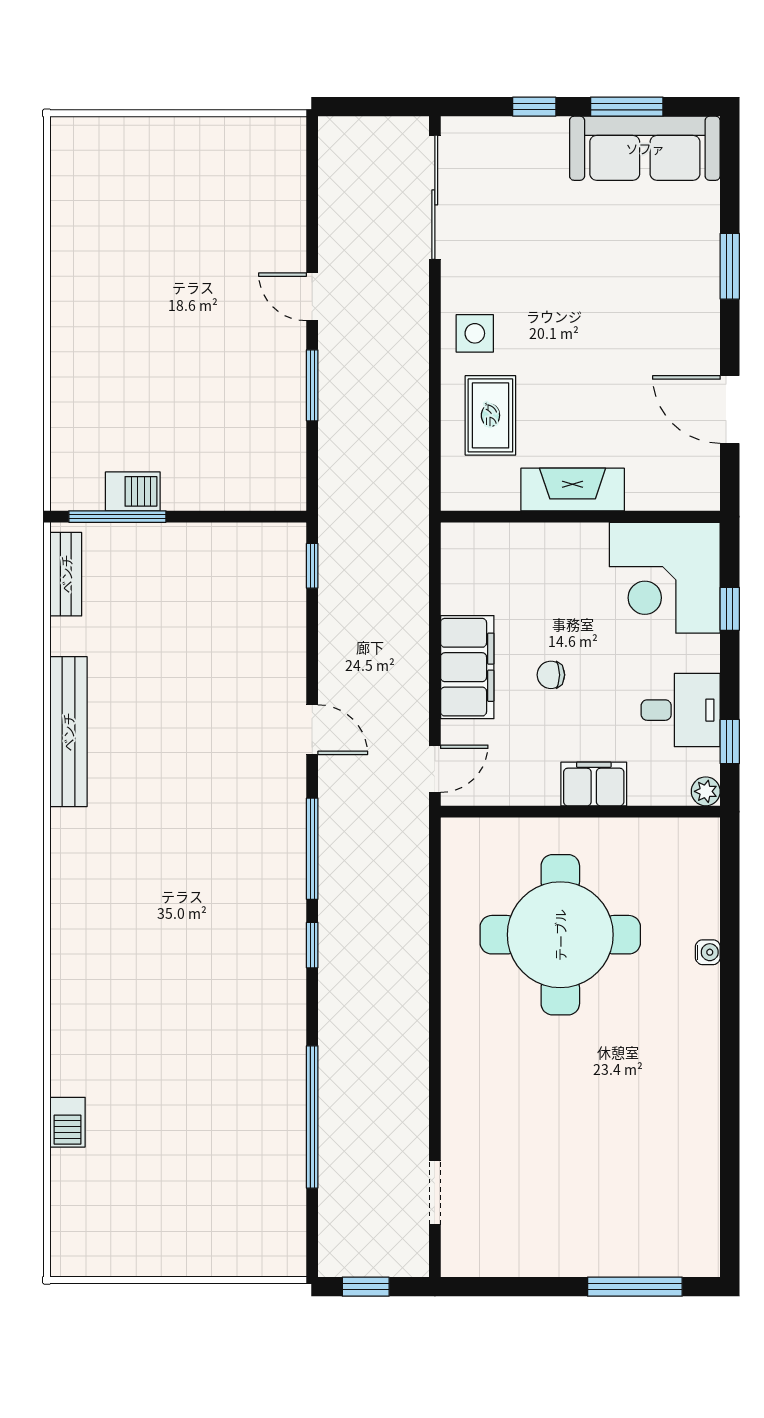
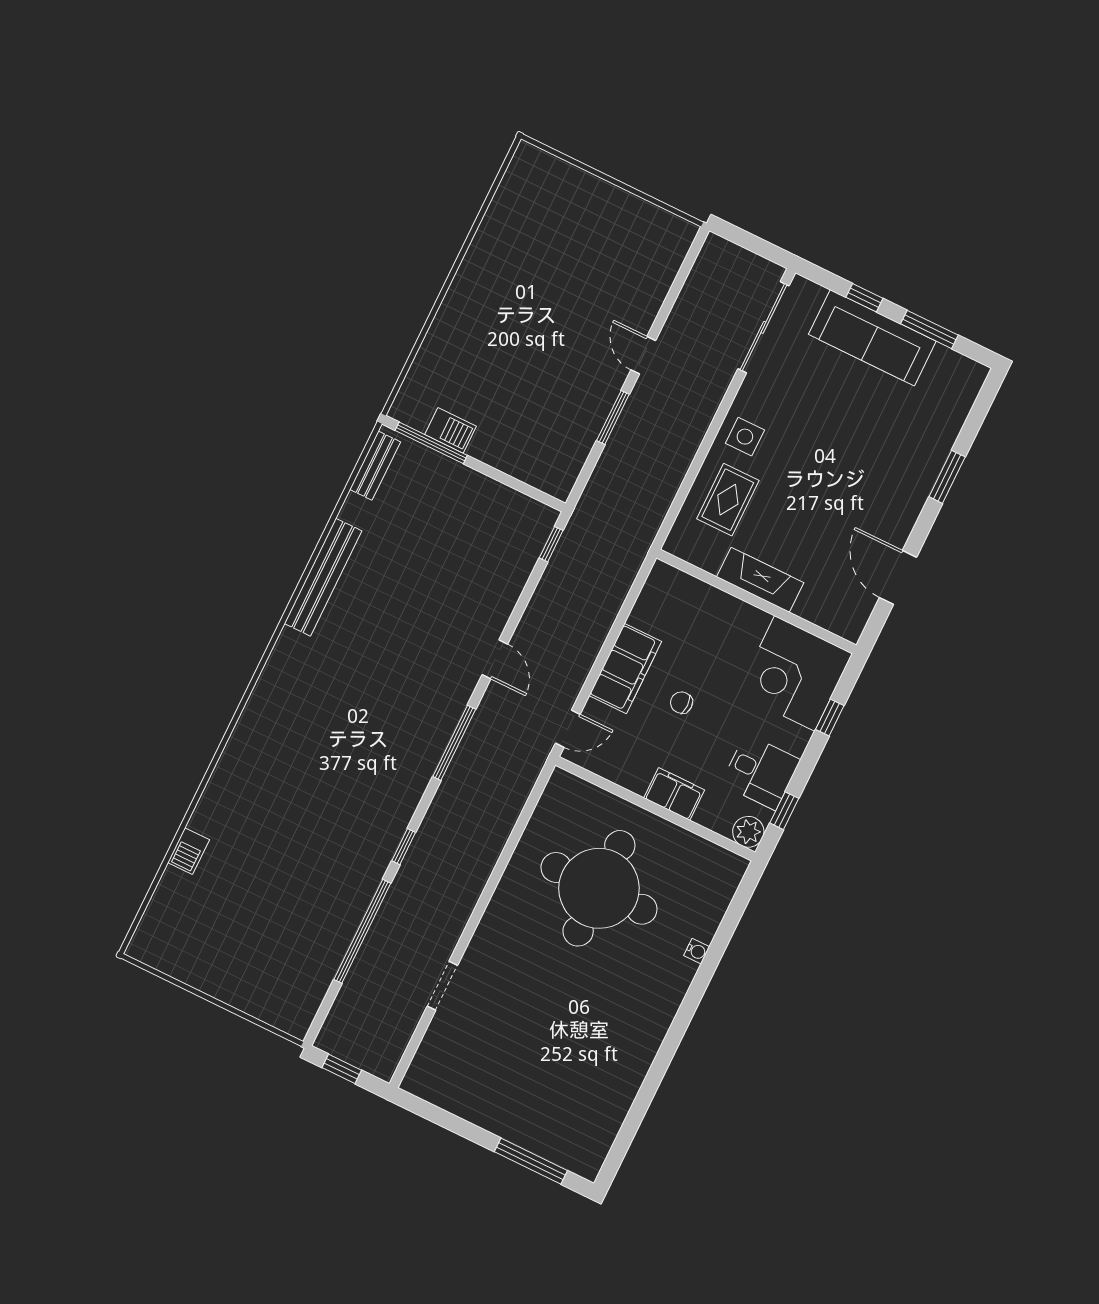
sofa: (645, 148) -> (872, 338), moved
plant: (706, 791) -> (748, 832), width x1.38, depth x1.38
window: (312, 945) -> (404, 847), moved
doorway: (435, 1192) -> (442, 986), moved

